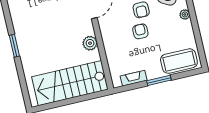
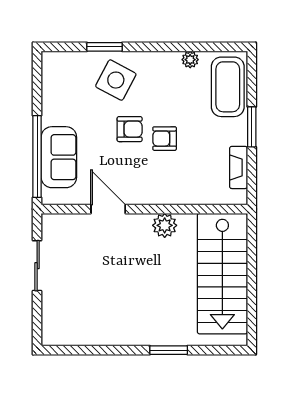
plant: (185, 14) -> (190, 60), moved
window: (14, 46) -> (169, 350), moved

